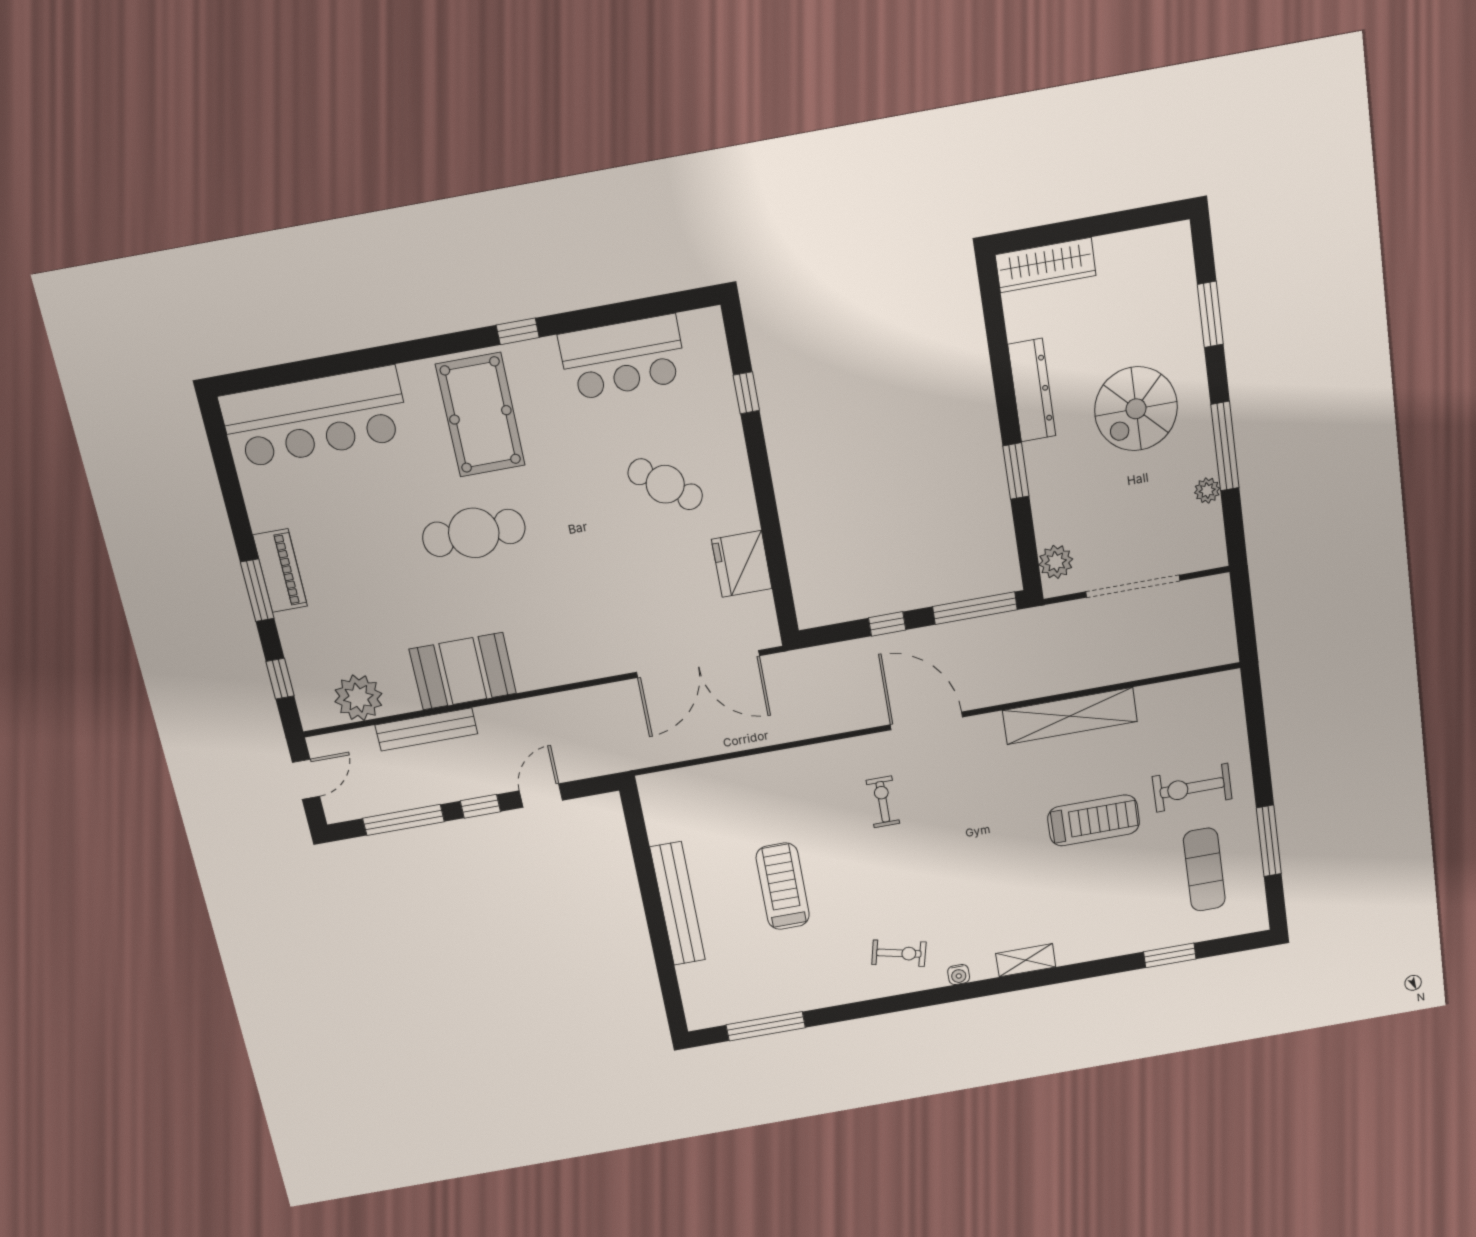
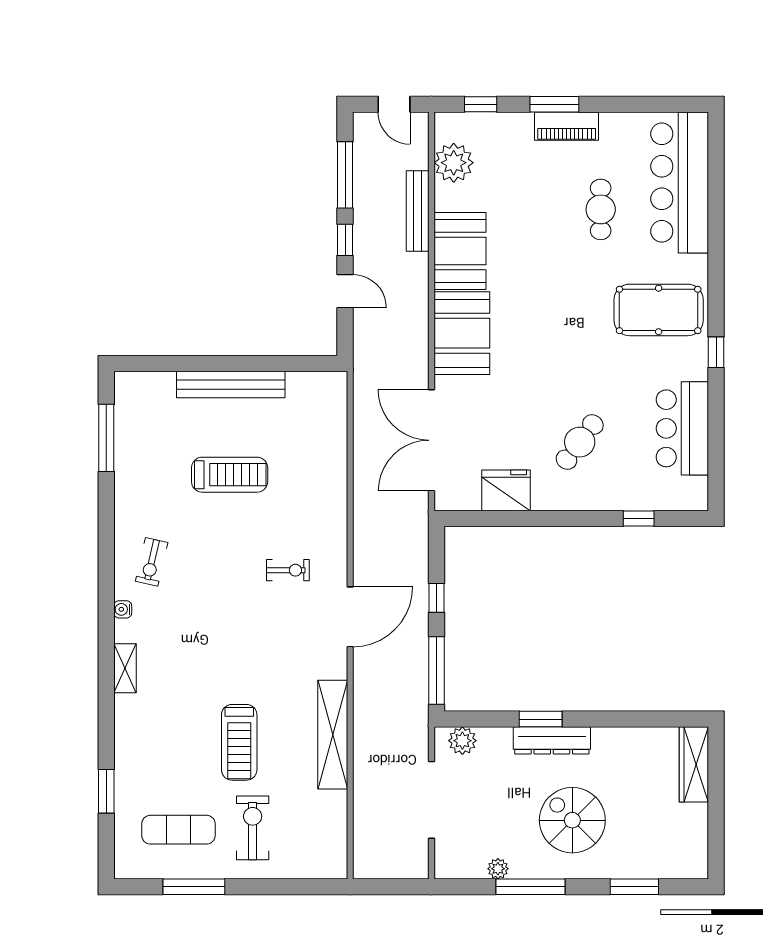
dresser: (1032, 390) -> (552, 740), moved
cafe table: (474, 533) -> (601, 209), moved, width x0.73, depth x0.74
booth: (561, 651) -> (462, 333), added

